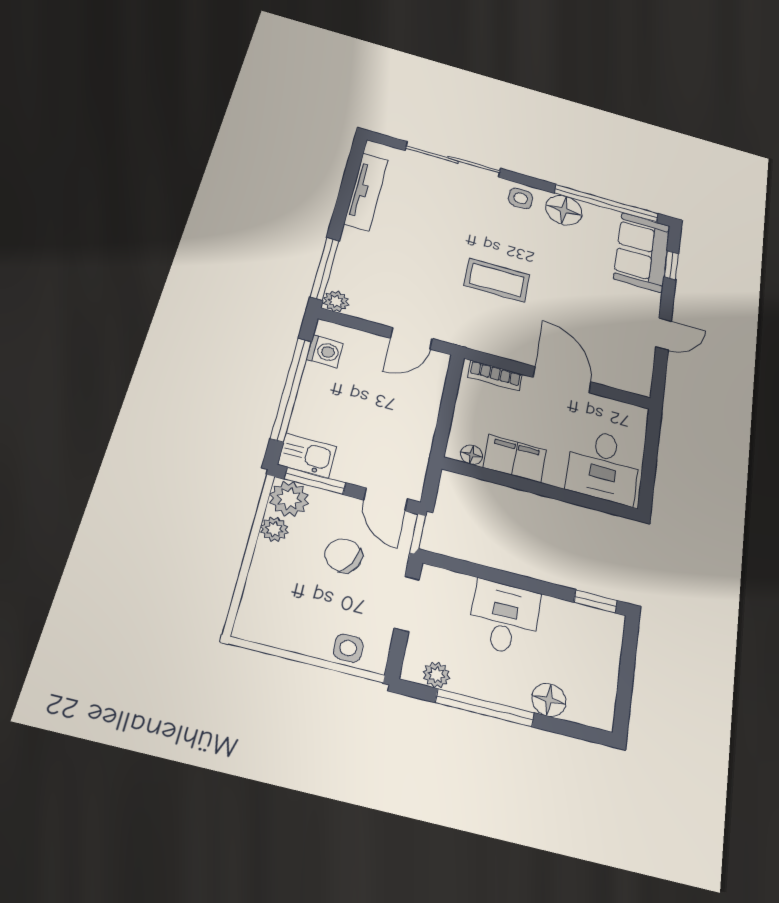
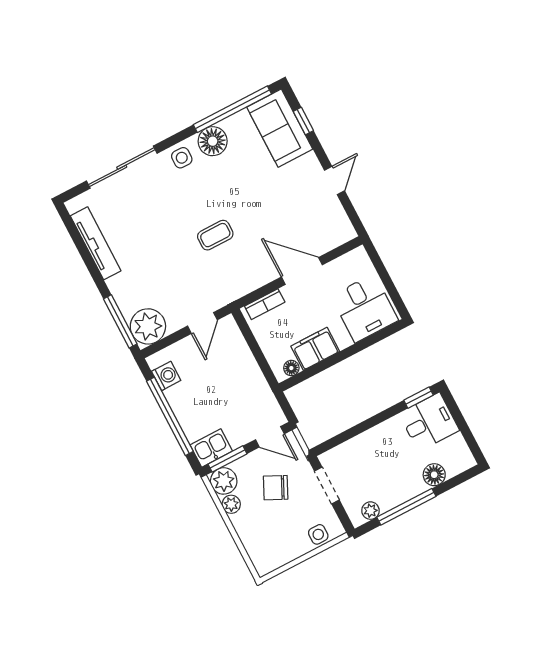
coffee table: (497, 280) -> (215, 235), width x0.73, depth x0.77
plant: (336, 301) -> (148, 326), width x1.88, depth x1.88
desk: (504, 618) -> (429, 422), moved, turned 90

